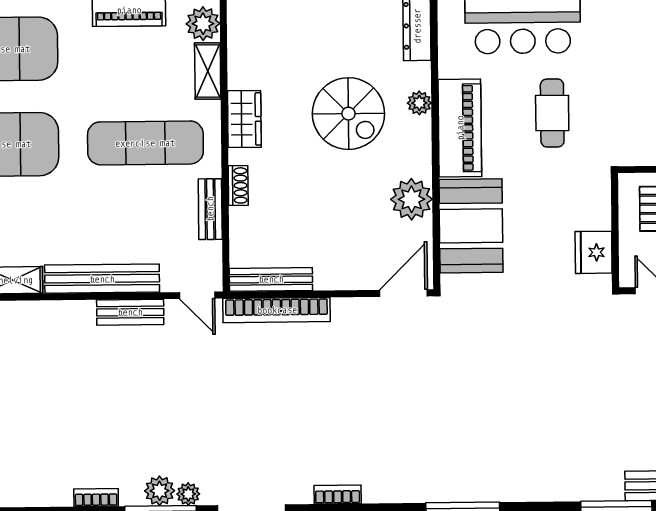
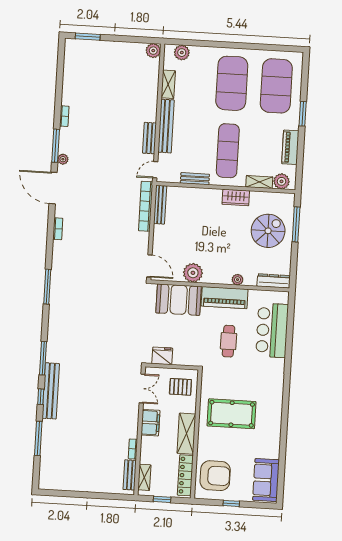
cafe table: (552, 113) -> (229, 341), turned 90
spiral stairs: (348, 114) -> (268, 231), moved, turned 180
shoe rack: (238, 185) -> (205, 192), removed
plant: (160, 491) -> (65, 146), removed

